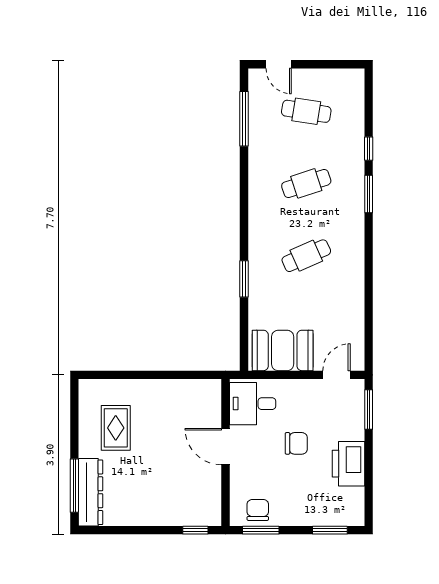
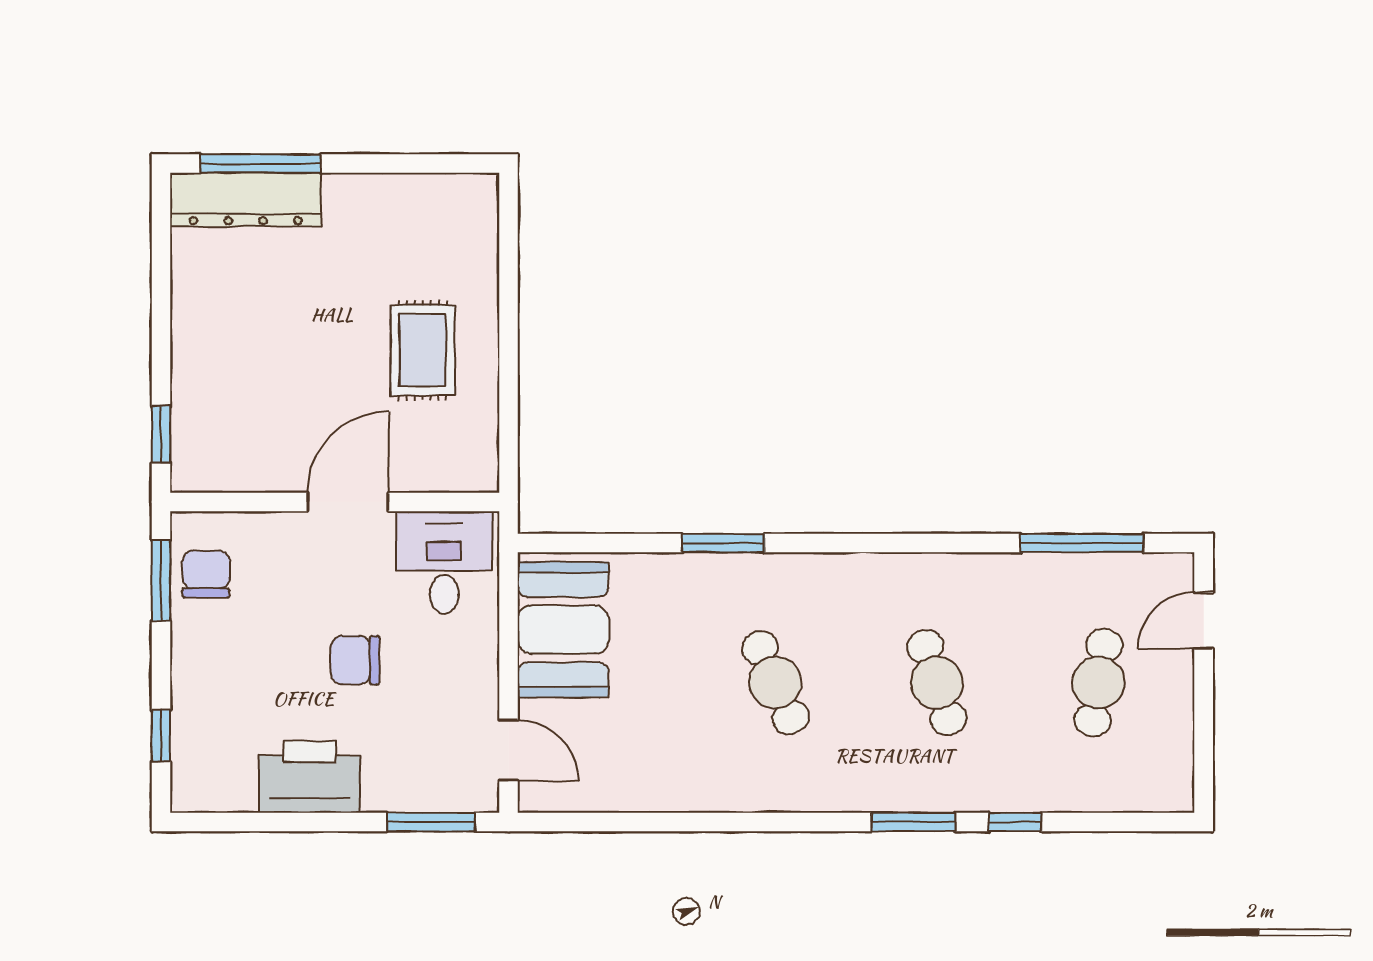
rug: (116, 428) -> (423, 350), moved, turned 90
chair: (296, 443) -> (355, 660), turned 90
chair: (258, 510) -> (206, 574), turned -90
window: (330, 530) -> (161, 735), width x0.67

